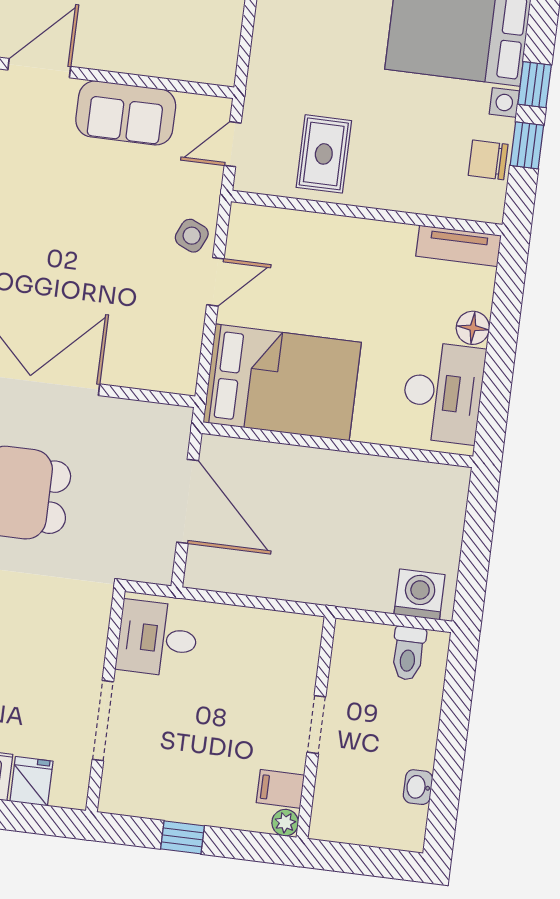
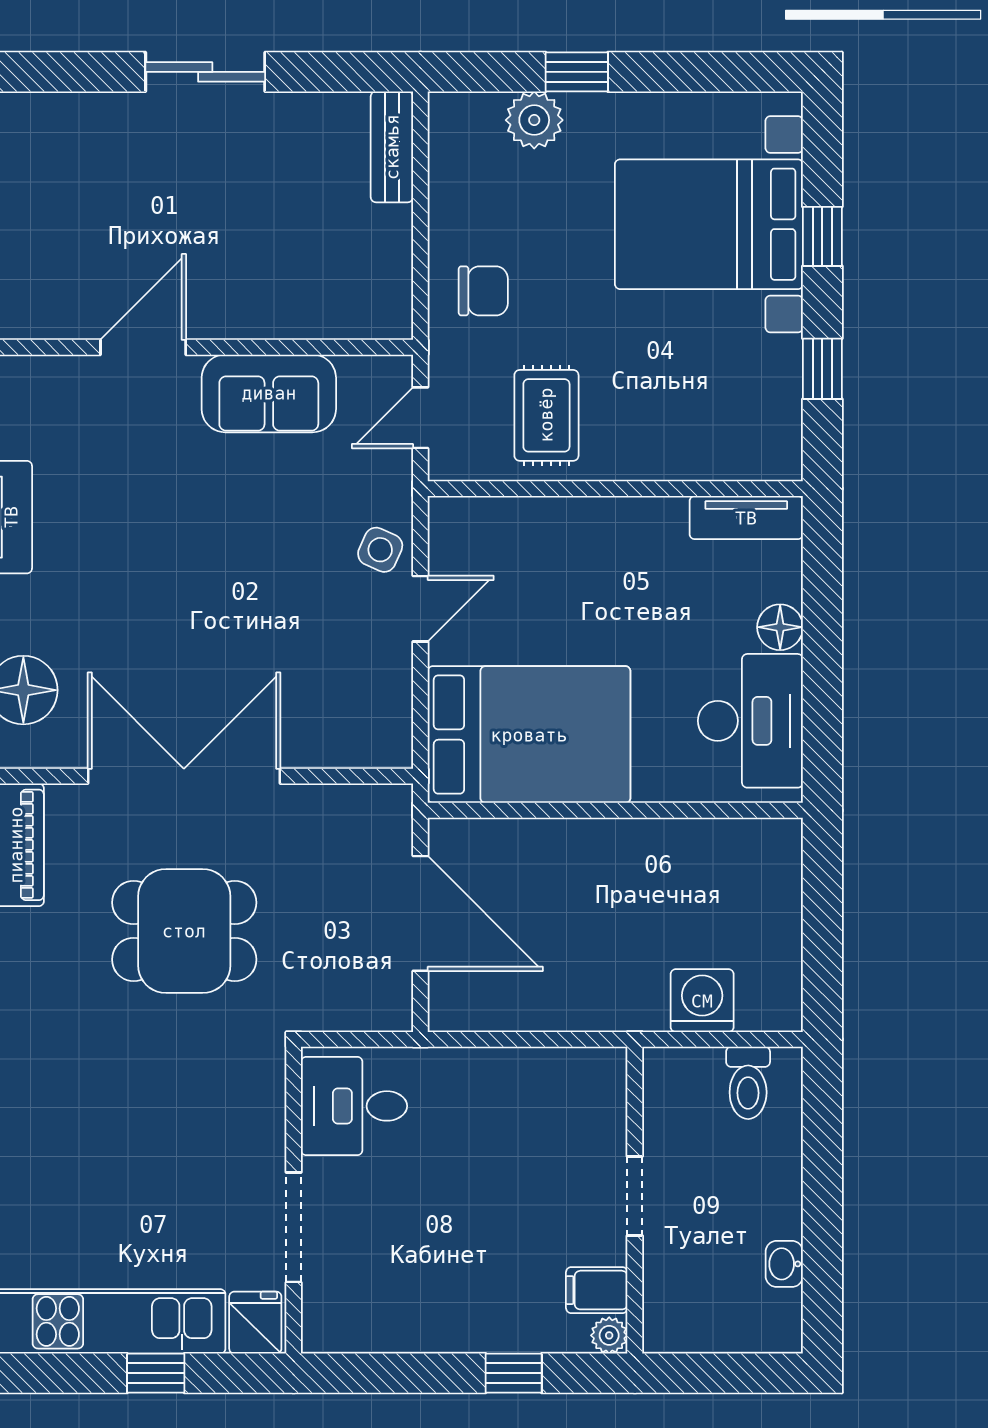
window: (535, 85) -> (822, 236), moved
chair: (488, 160) -> (483, 291), moved, turned 180
washing machine: (419, 595) -> (702, 1001), moved
desk: (157, 639) -> (354, 1106), moved
wall: (105, 701) -> (294, 1200), moved
doorway: (103, 721) -> (294, 1227), moved
window: (182, 837) -> (514, 1373), moved

